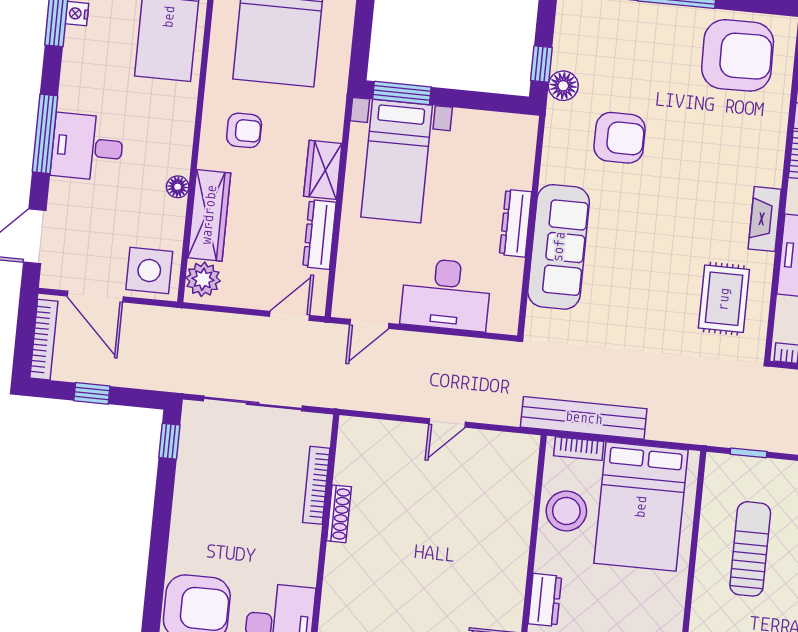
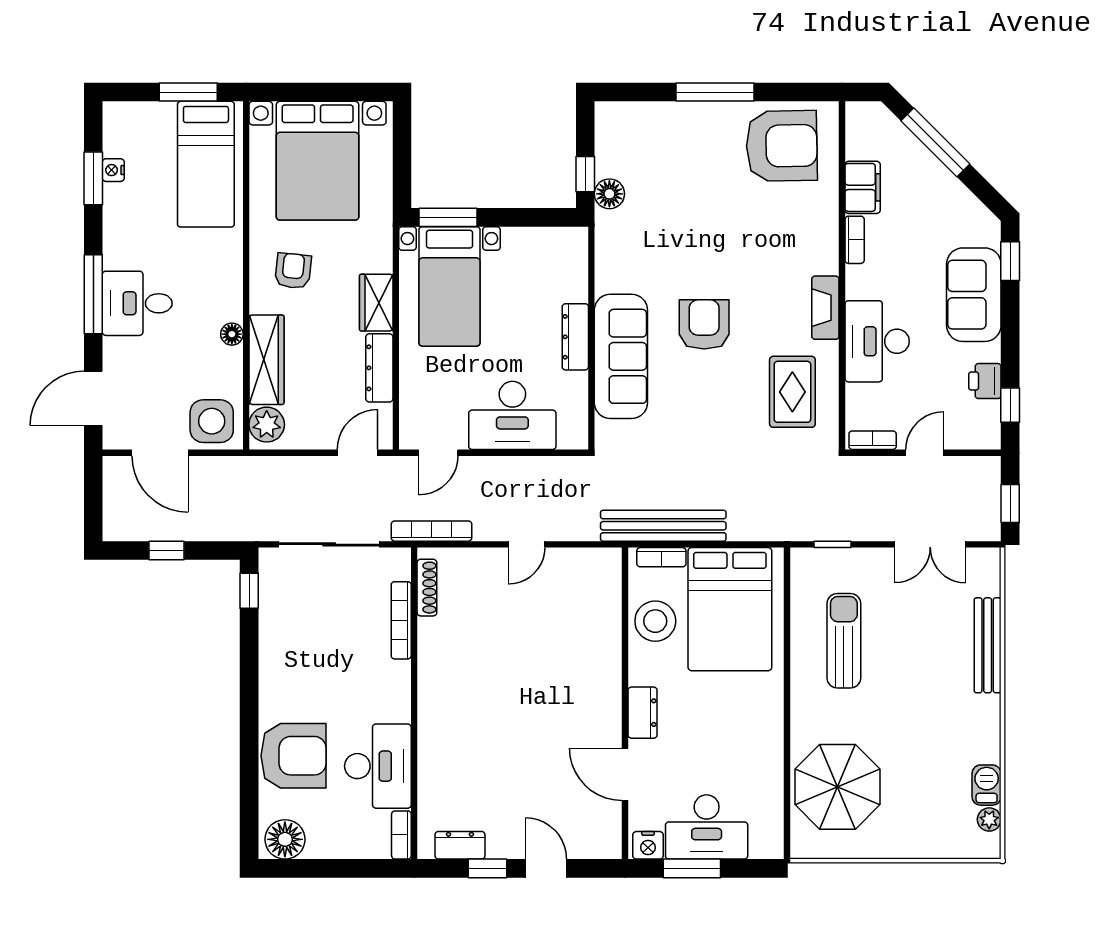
armchair: (244, 130) -> (293, 271), turned -84
armchair: (620, 138) -> (704, 324), moved, turned -90
bookcase: (44, 340) -> (431, 531), moved, turned -90
shoe rack: (339, 514) -> (427, 588), moved

